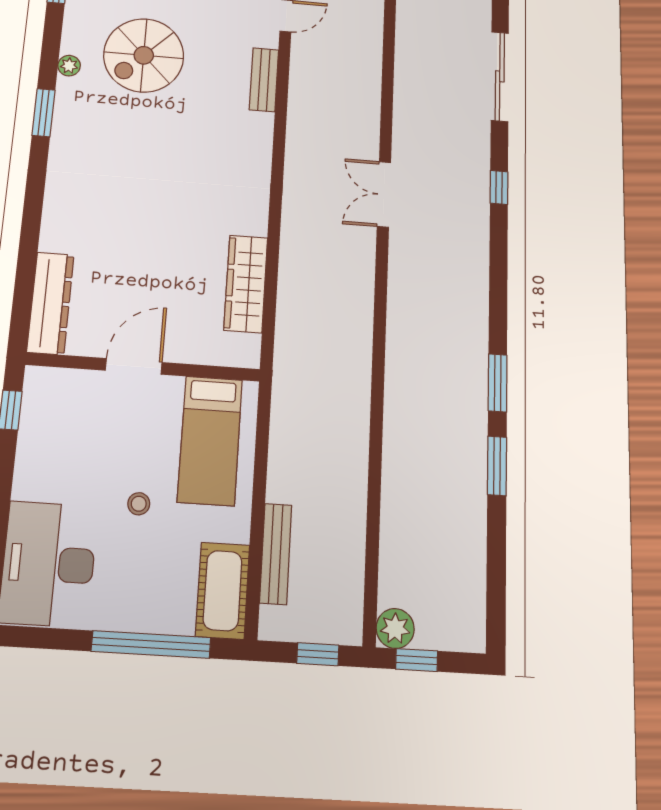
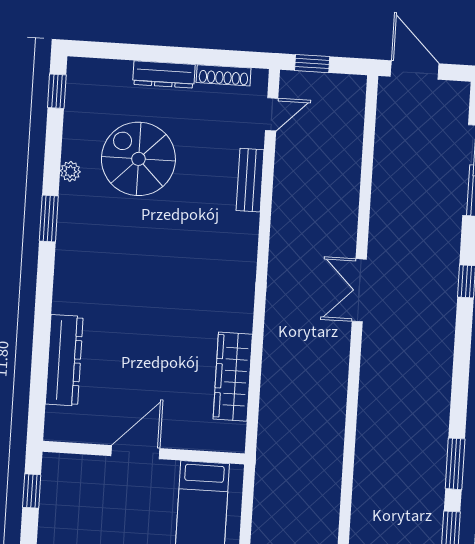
spiral stairs: (144, 55) -> (138, 159), turned 90
dresser: (50, 303) -> (64, 360), moved

